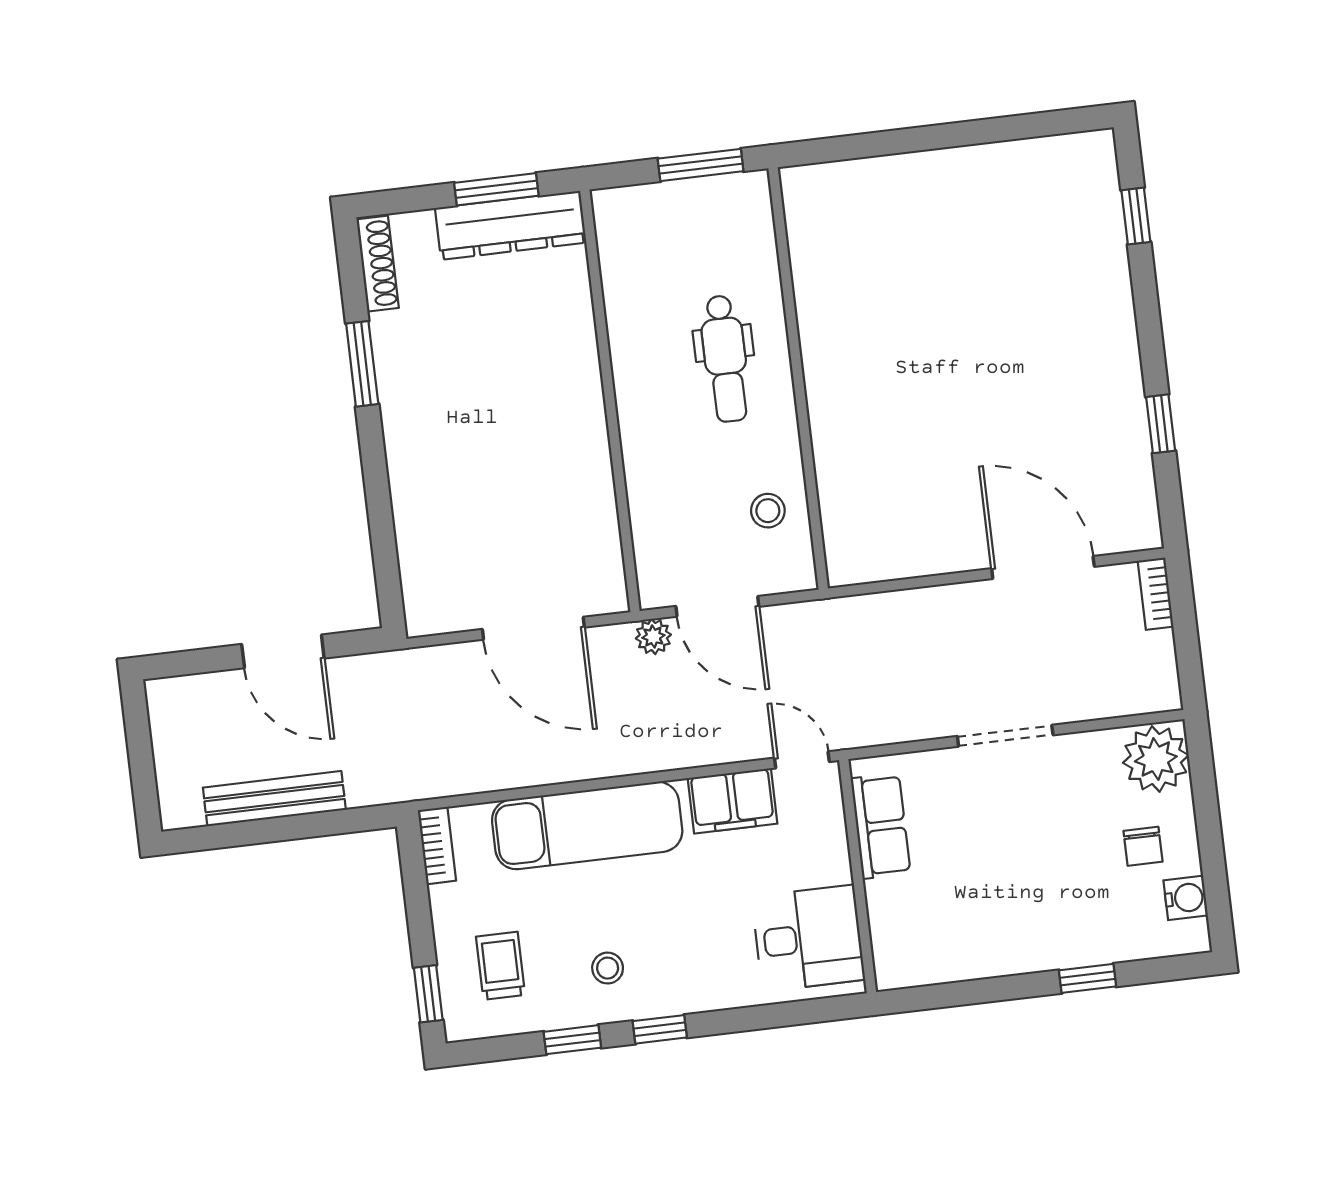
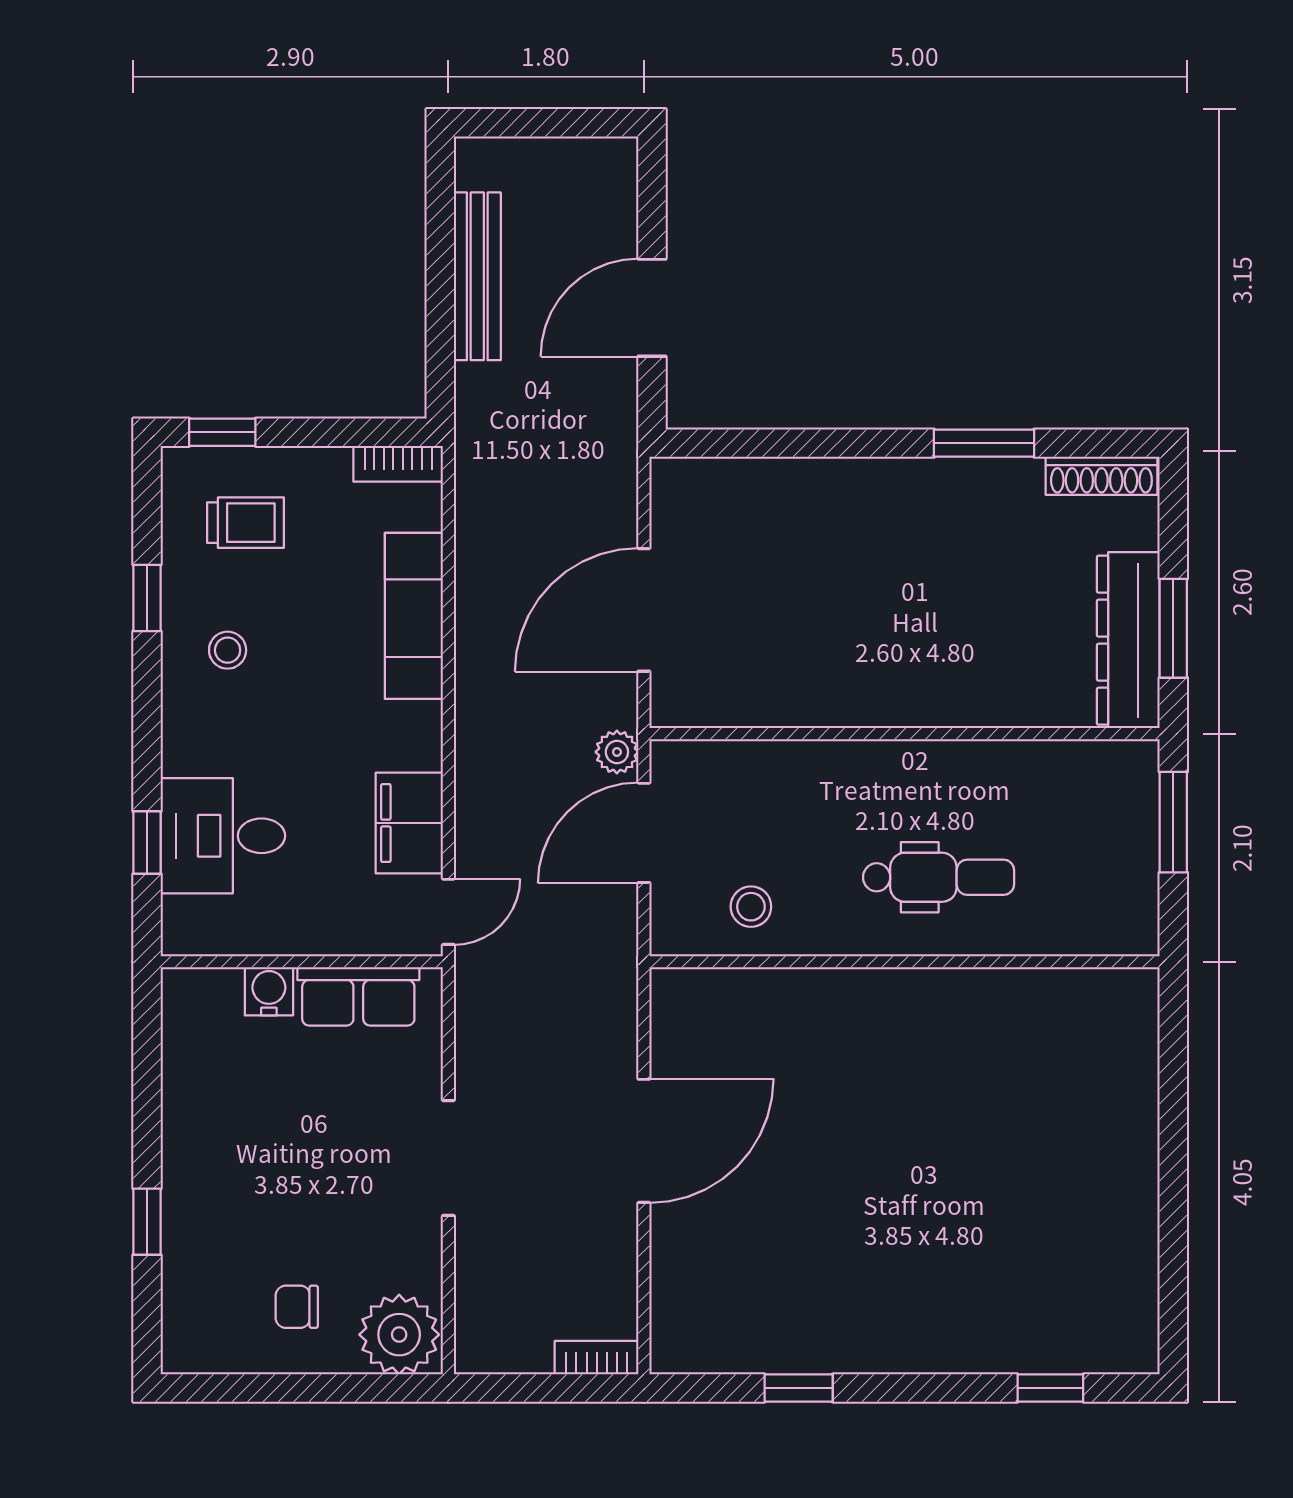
window: (701, 165) -> (1173, 822), moved
dental chair: (725, 359) -> (939, 877), turned 180
door: (1043, 568) -> (644, 1141), moved
exam couch: (587, 826) -> (414, 616), width x0.73, depth x0.69
water cooler: (1186, 898) -> (269, 991), moved, turned 180
desk: (808, 938) -> (223, 836), moved, turned 90
window: (660, 1029) -> (147, 843), moved

